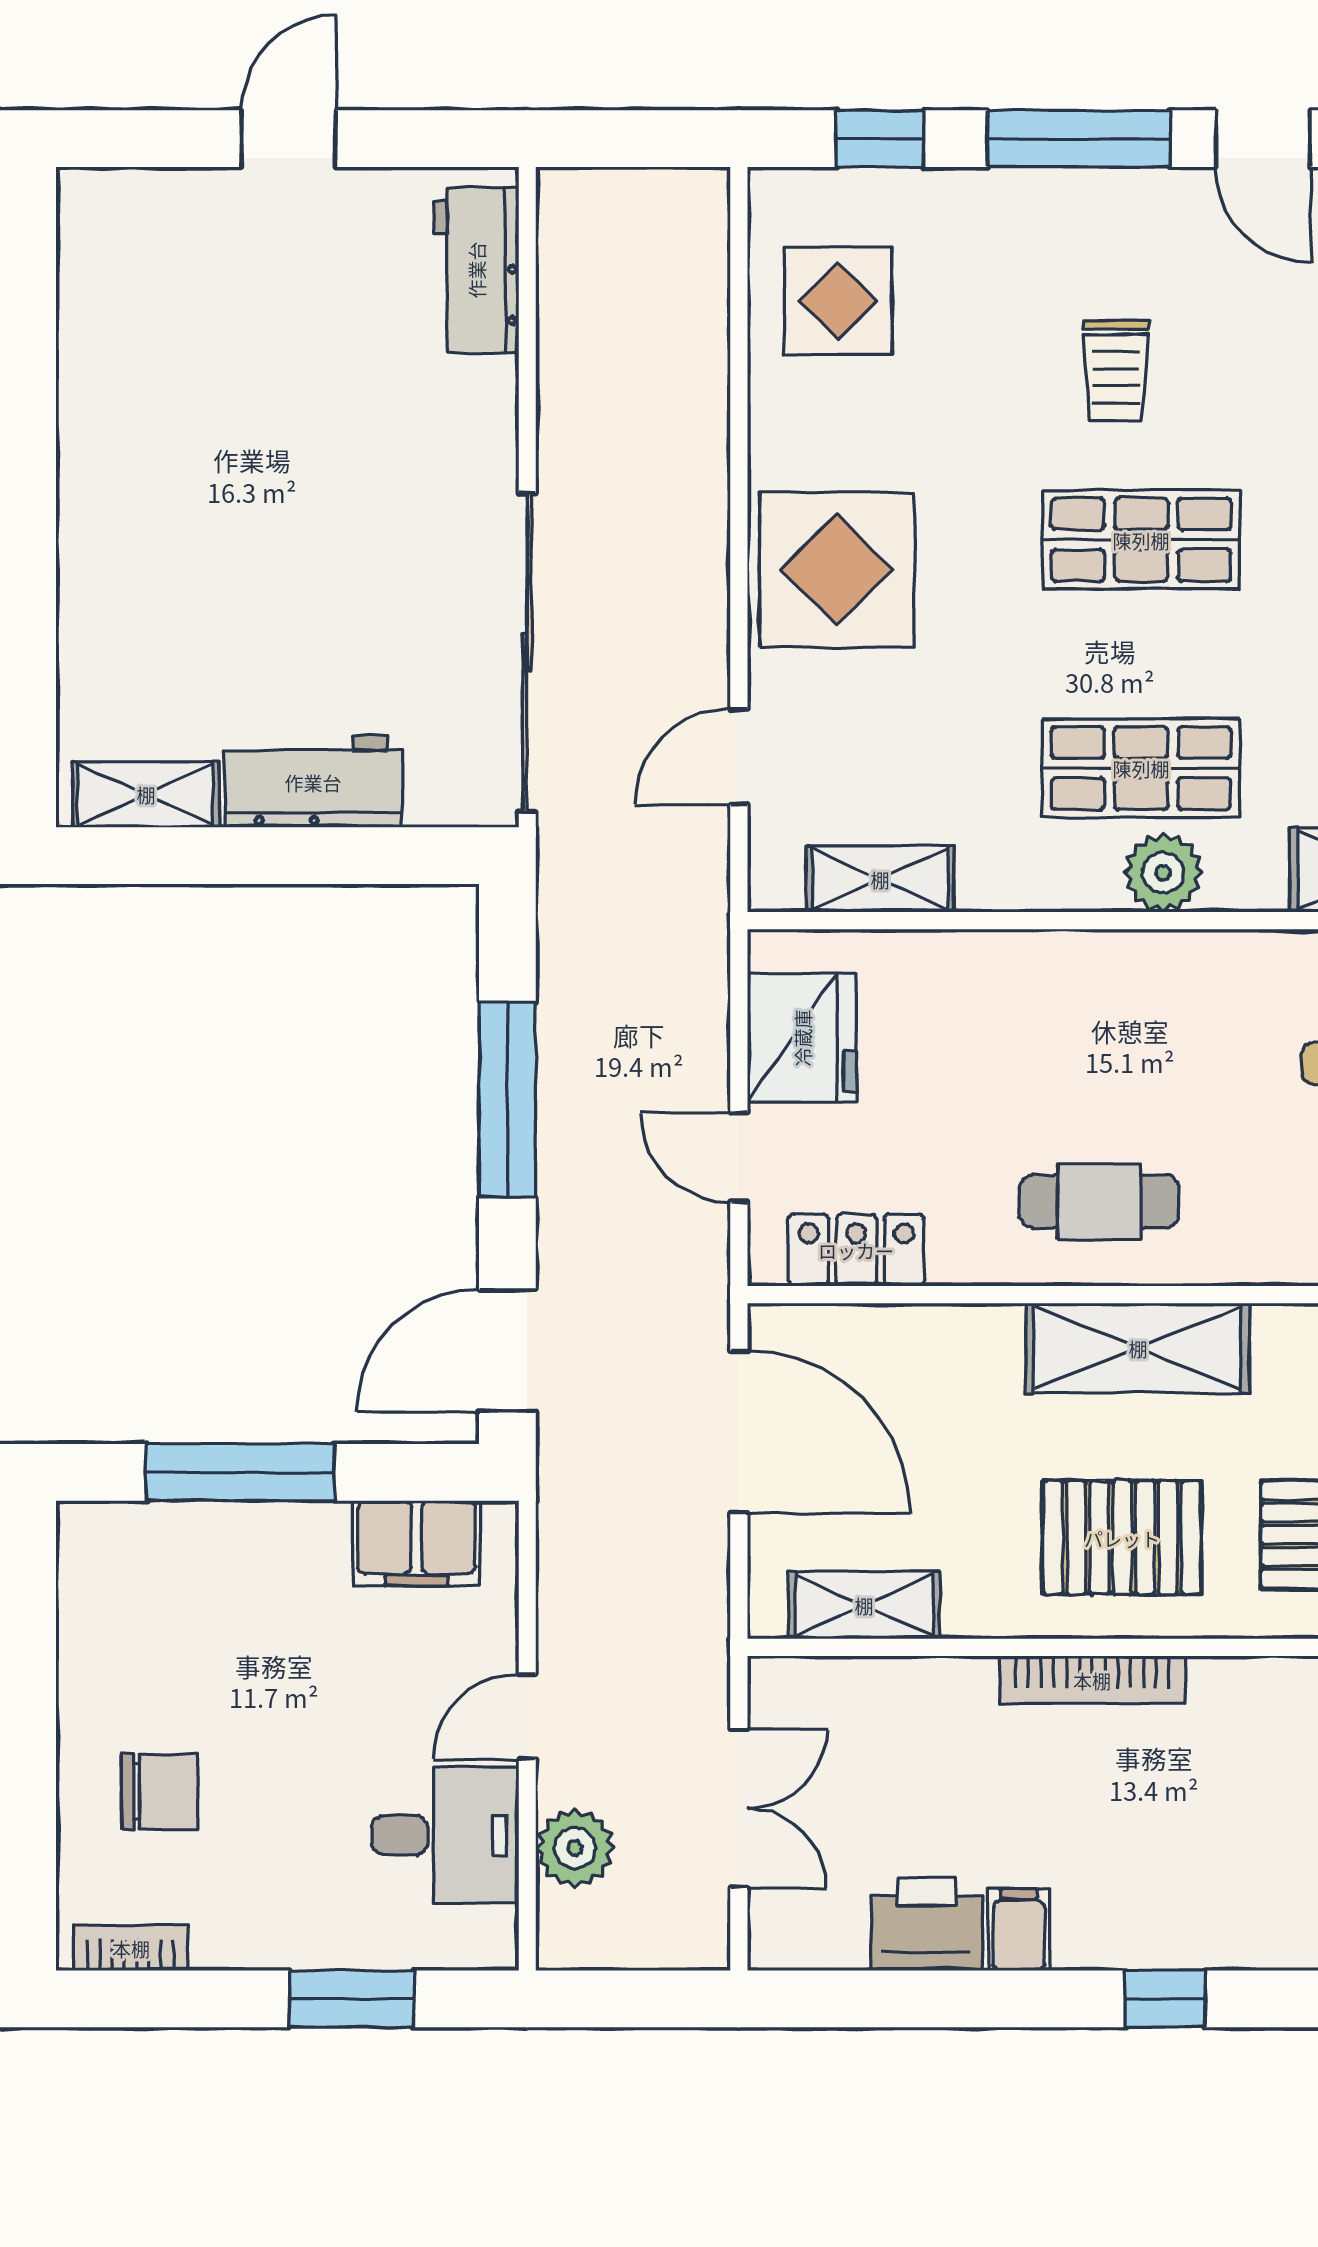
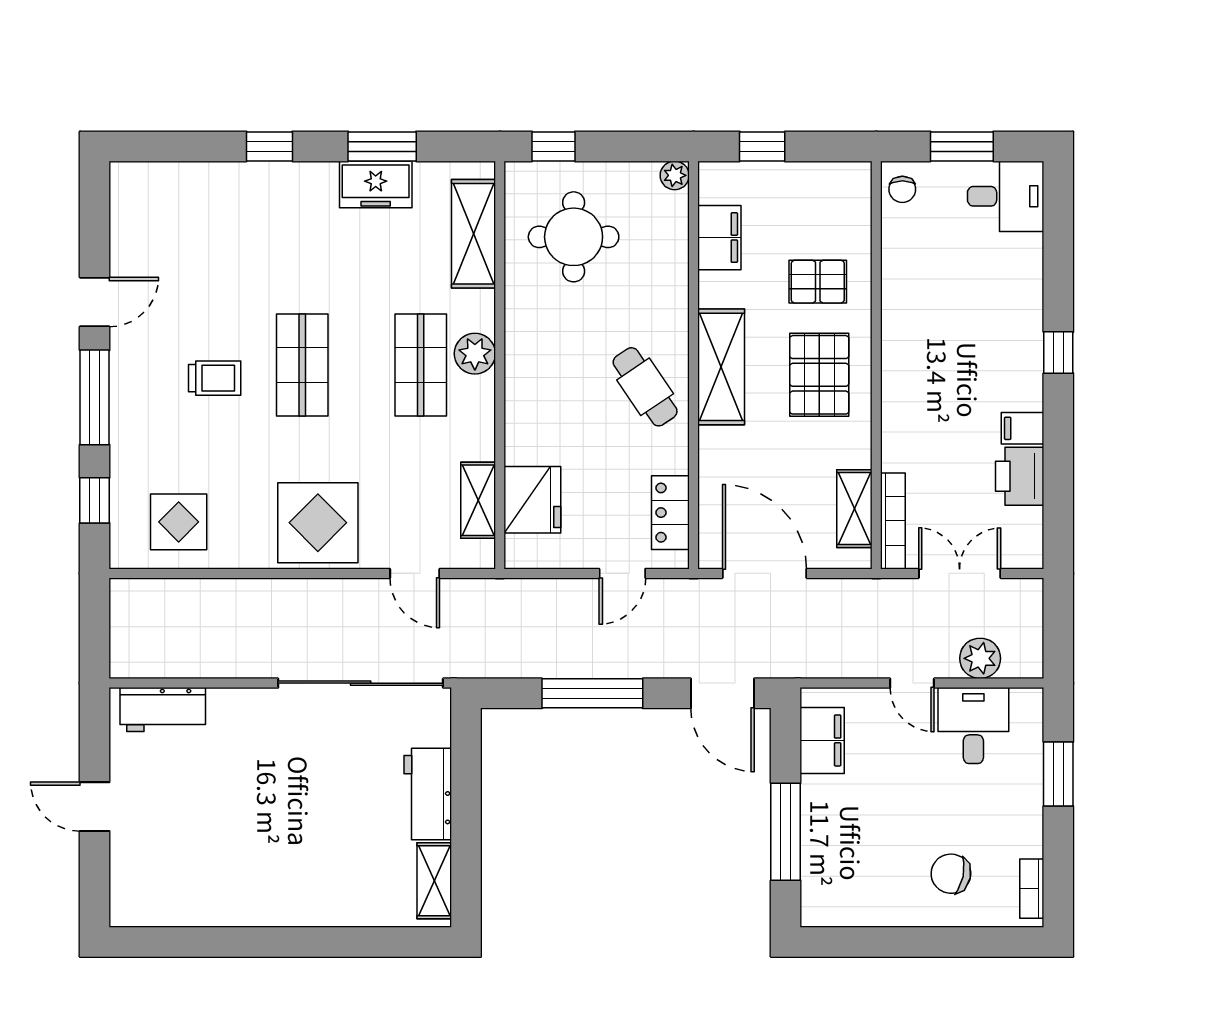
fridge: (802, 1038) -> (532, 500), moved, turned 90
cafe table: (1099, 1201) -> (645, 387), turned -34
door: (739, 1432) -> (764, 573), hinge flipped
bookcase: (1092, 1680) -> (893, 521), moved
chair: (159, 1792) -> (951, 874), turned -78

